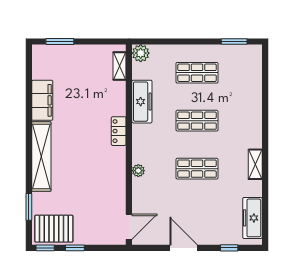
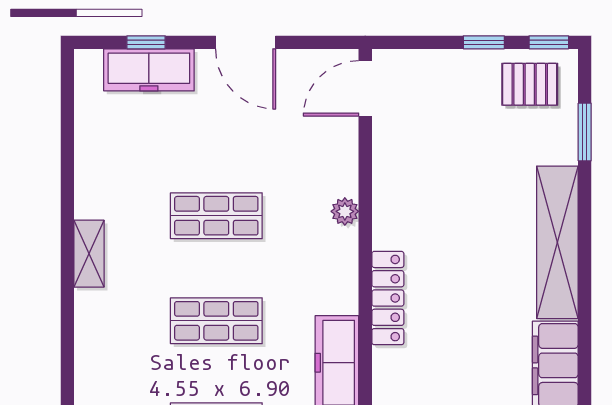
locker: (119, 131) -> (388, 298), width x1.53
shelving: (255, 164) -> (89, 254), moved
freezer: (252, 218) -> (149, 70), moved, turned 90
pallet: (54, 229) -> (530, 84), width x0.67, depth x0.71

